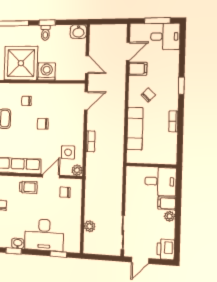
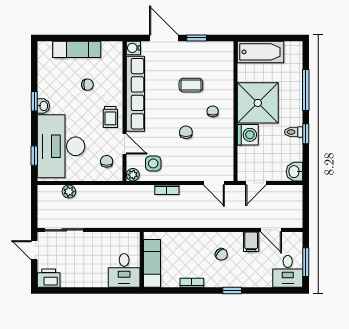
exam couch: (135, 129) -> (152, 263), moved, turned -90
filing cabinet: (167, 203) -> (100, 278), removed
plant: (170, 216) -> (86, 282), removed
desk: (44, 235) -> (61, 146), width x1.36, depth x1.30

